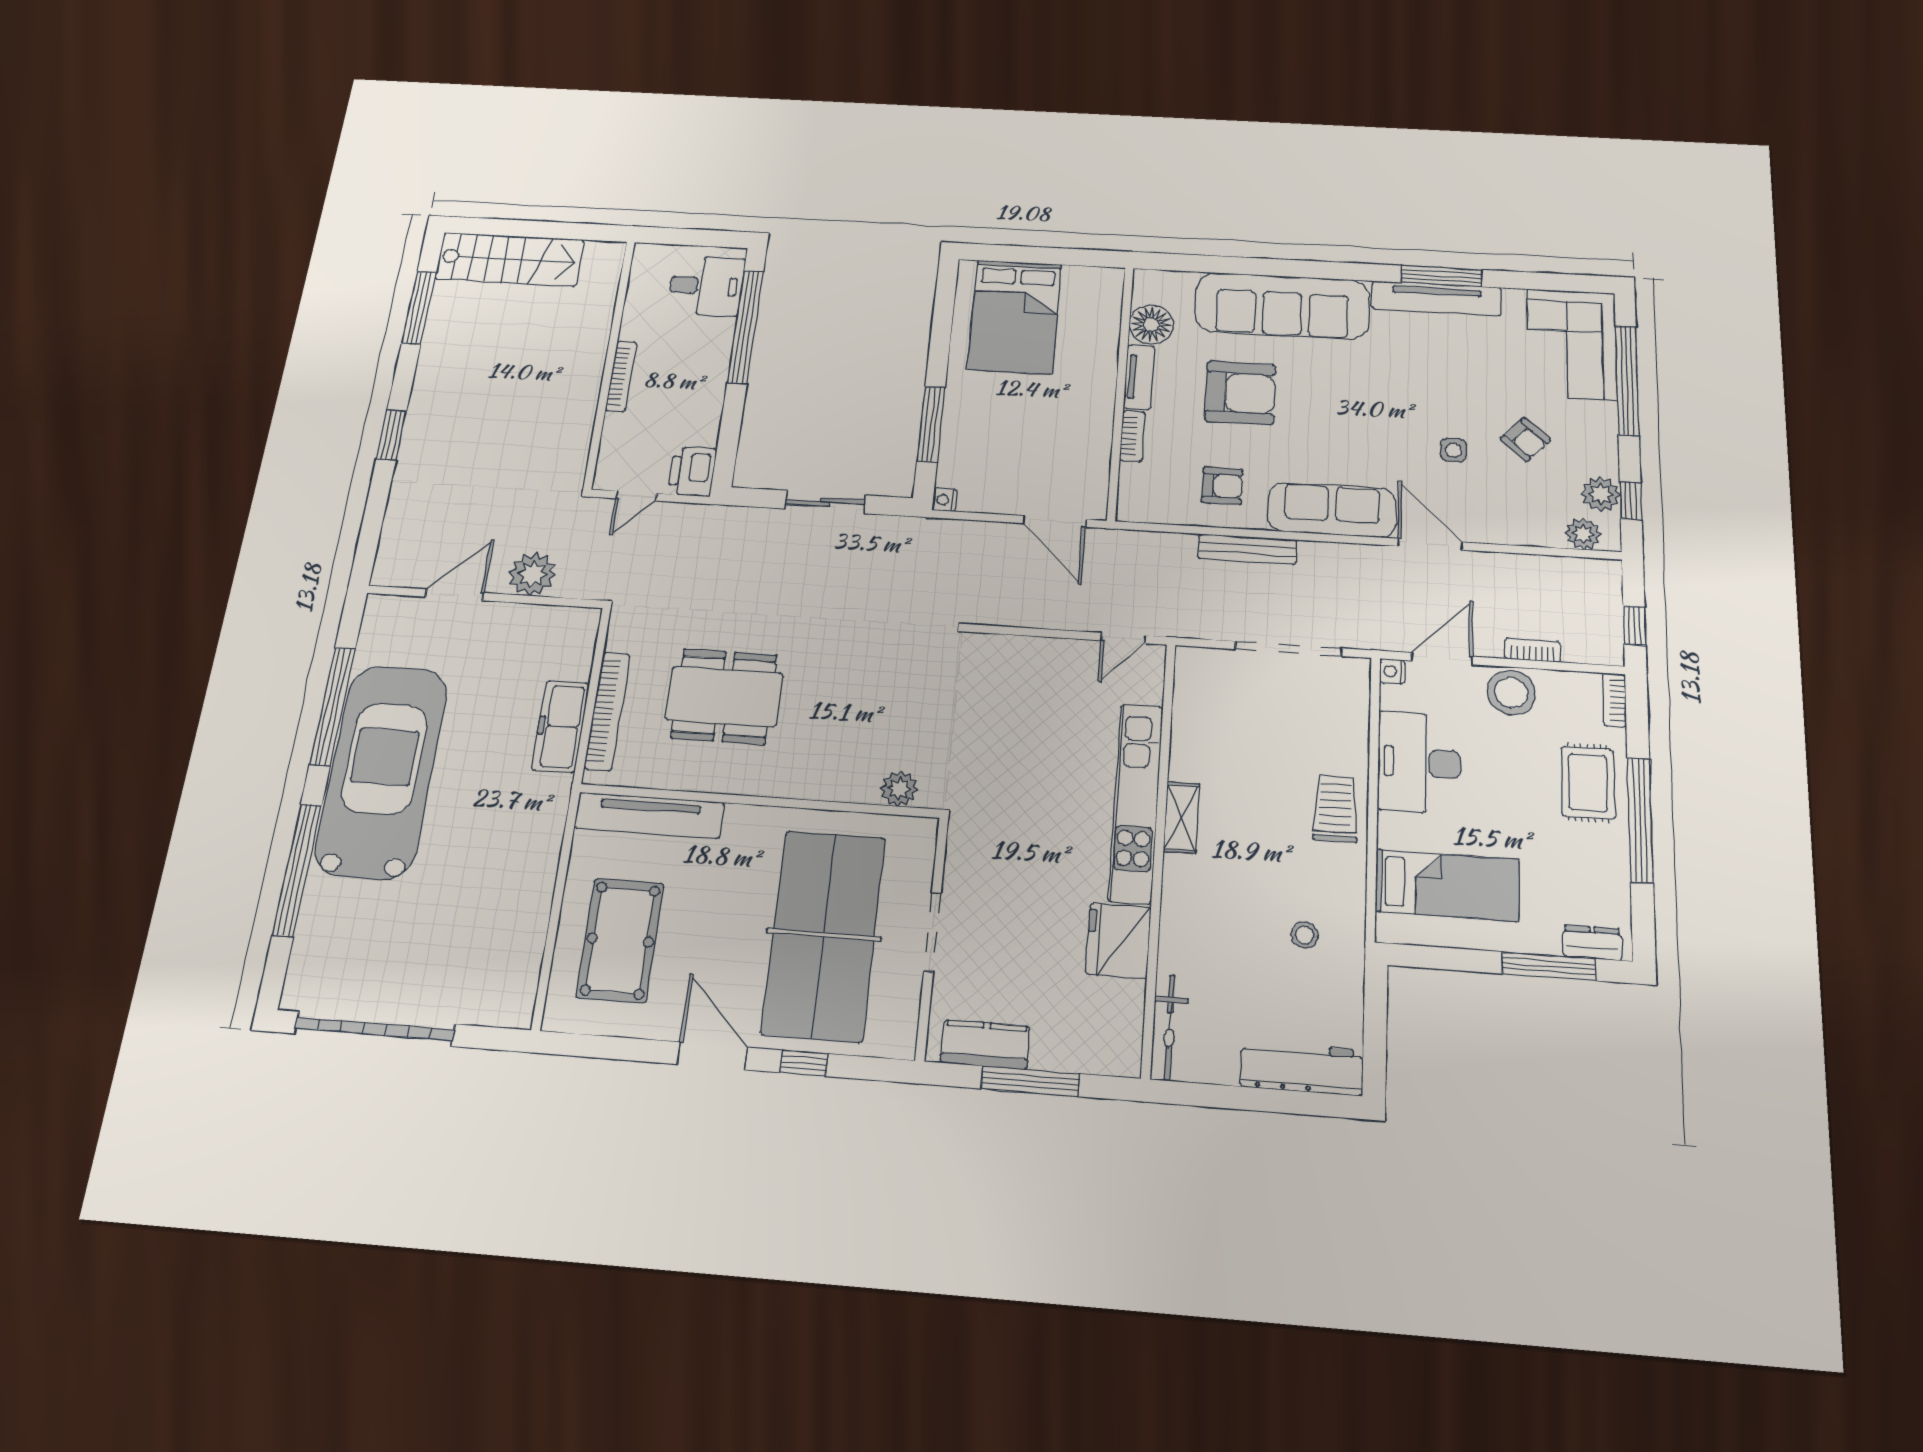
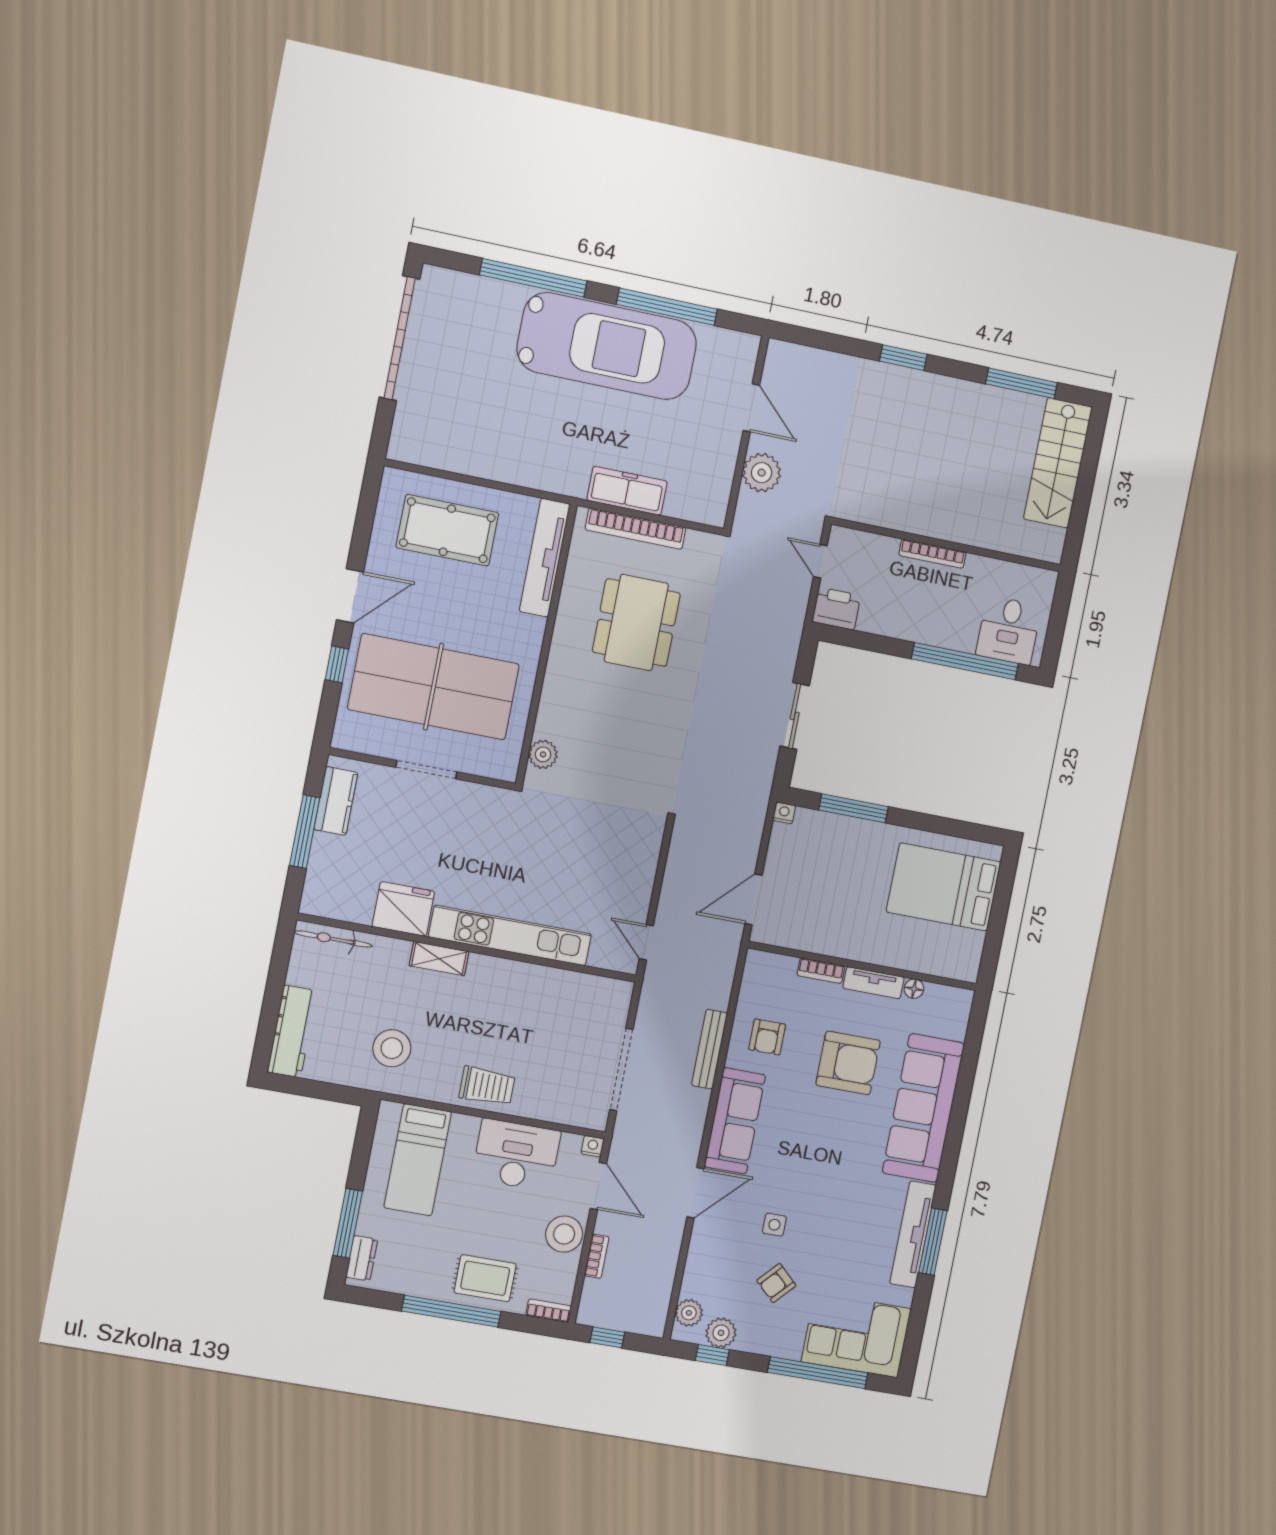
floor lamp: (1151, 324) -> (914, 989), width x0.53, depth x0.53
armchair: (1240, 393) -> (848, 1063), turned -90
shelving: (1182, 817) -> (439, 959), moved
stool: (1305, 935) -> (392, 1048), width x1.89, depth x1.89

